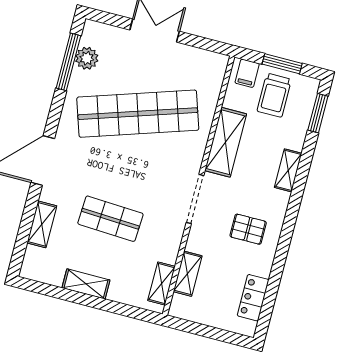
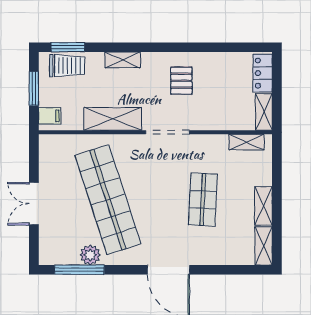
plant: (87, 58) -> (90, 255), moved
trolley: (274, 95) -> (67, 66), moved
shelving: (42, 224) -> (264, 246), moved, turned 90
shelving: (188, 274) -> (264, 112), moved, turned 90
locker: (253, 298) -> (263, 73), moved, turned 90

